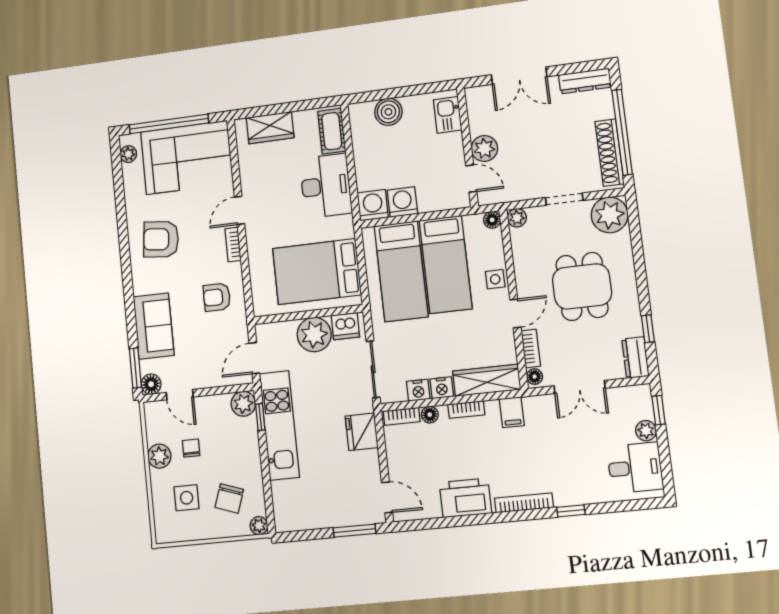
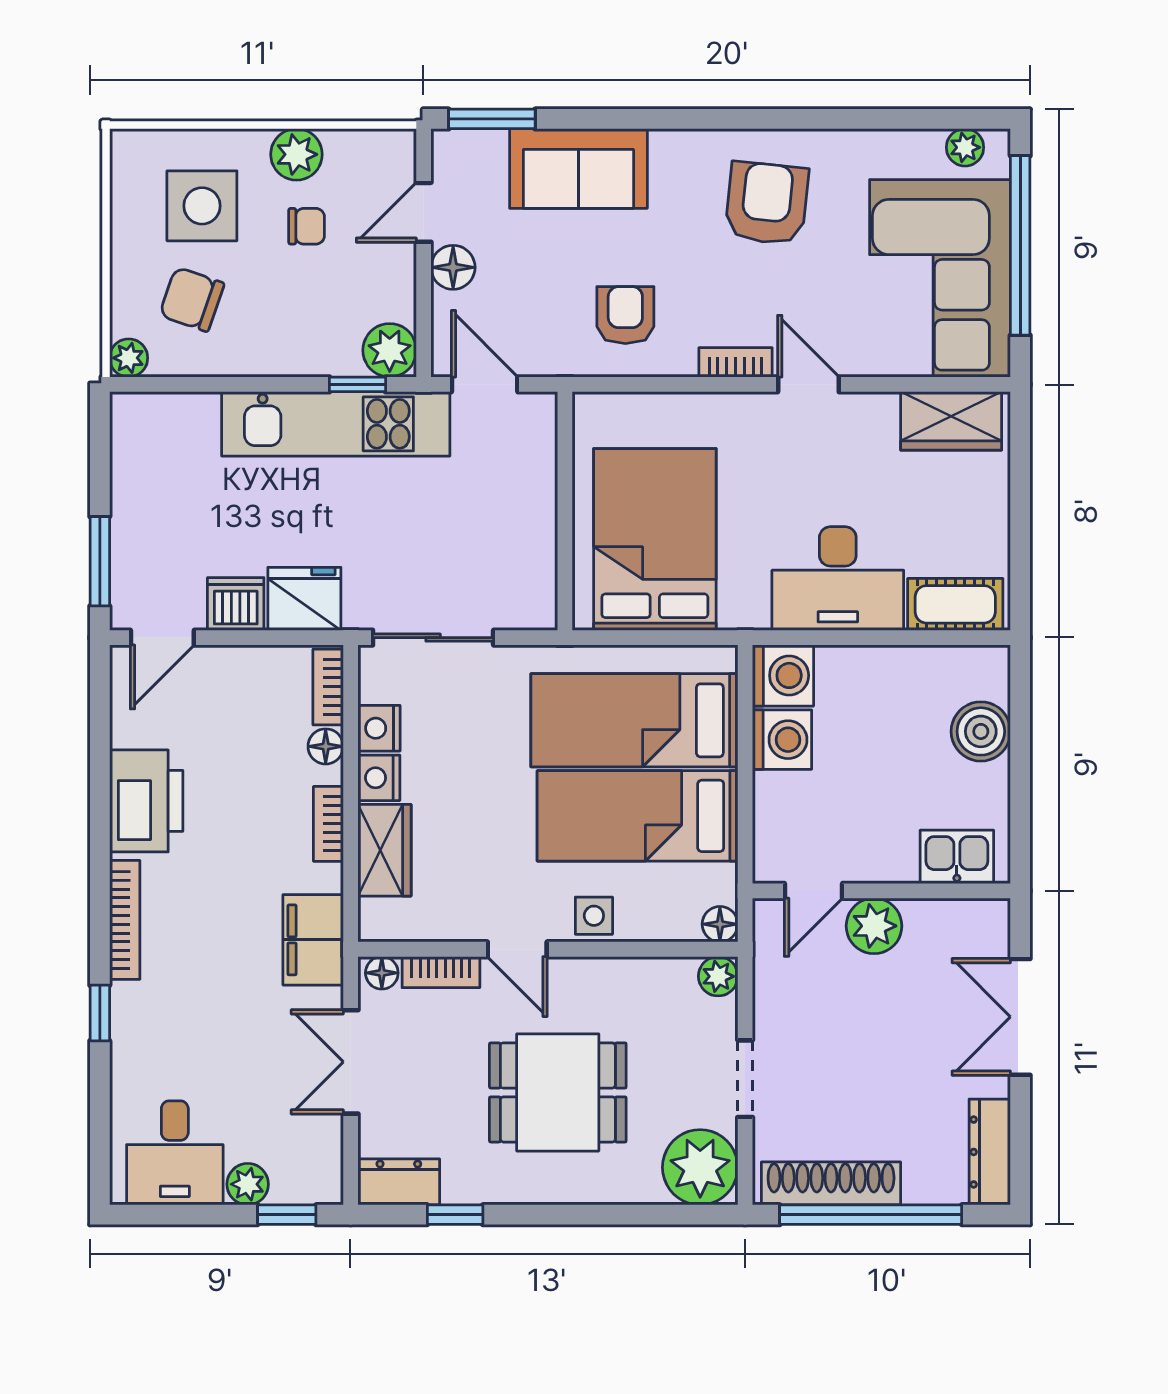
wardrobe: (270, 128) -> (951, 421), moved, turned -90
dishwasher: (345, 326) -> (236, 604), moved, turned 90
plant: (314, 335) -> (521, 519), removed
wardrobe: (487, 380) -> (385, 850), width x0.67
floor lamp: (151, 384) -> (453, 267), moved
filing cabinet: (512, 412) -> (313, 940), width x2.00
side table: (187, 498) -> (202, 206), width x1.37, depth x1.37

